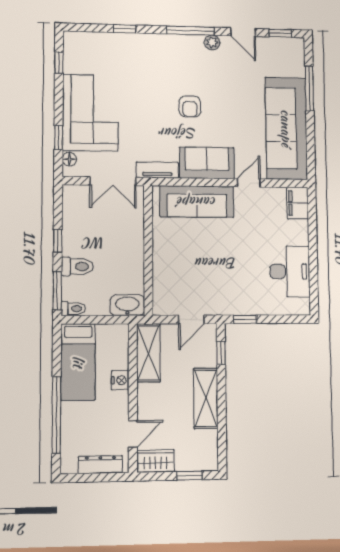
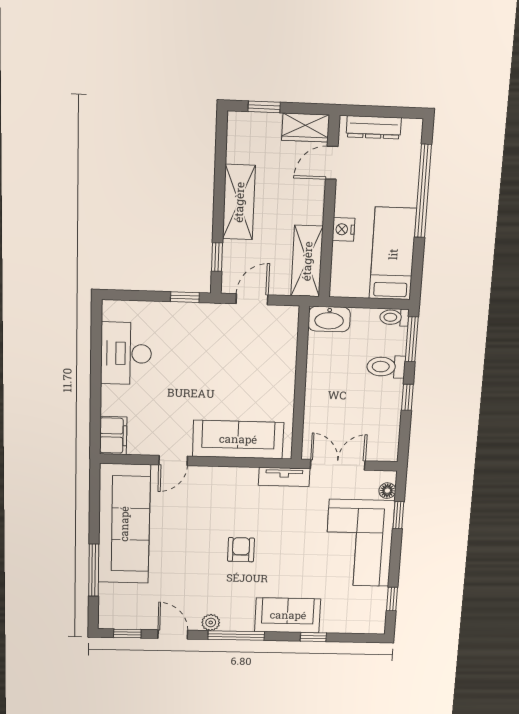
sofa: (207, 163) -> (288, 615), moved, turned 180

